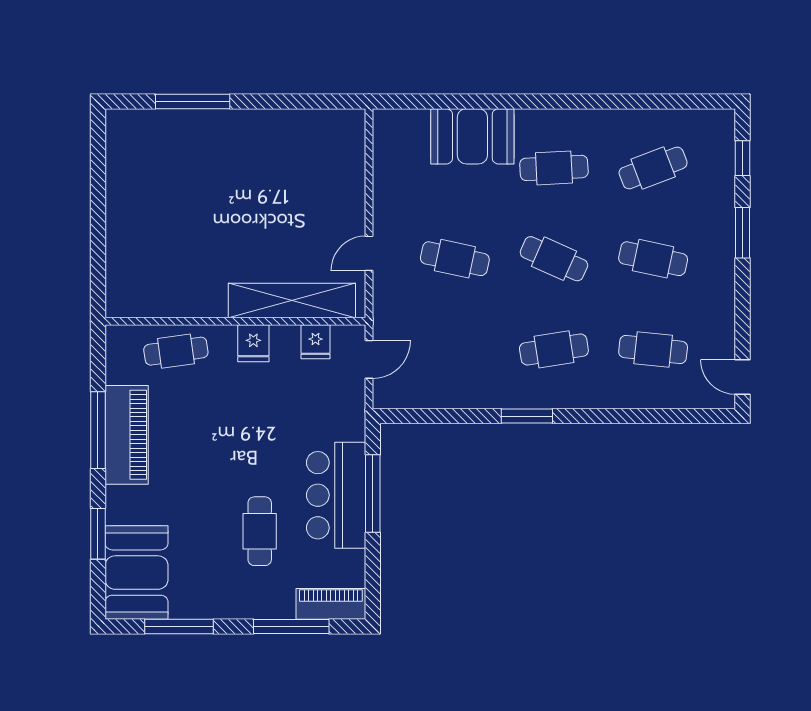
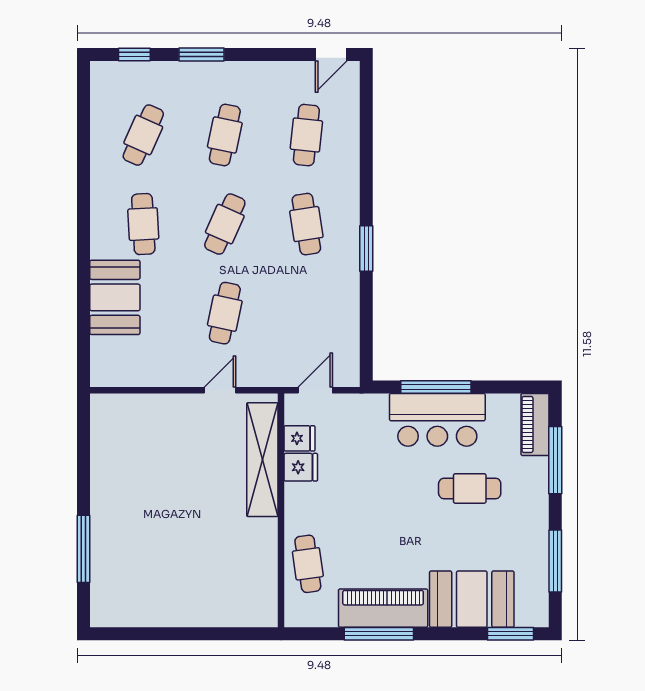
cafe table: (653, 168) -> (143, 135), turned 45
door: (369, 253) -> (220, 390), swing flipped
fridge: (253, 343) -> (301, 467), moved
door: (369, 359) -> (315, 390), hinge flipped
window: (98, 534) -> (511, 634), moved
booth: (137, 573) -> (472, 599), moved

